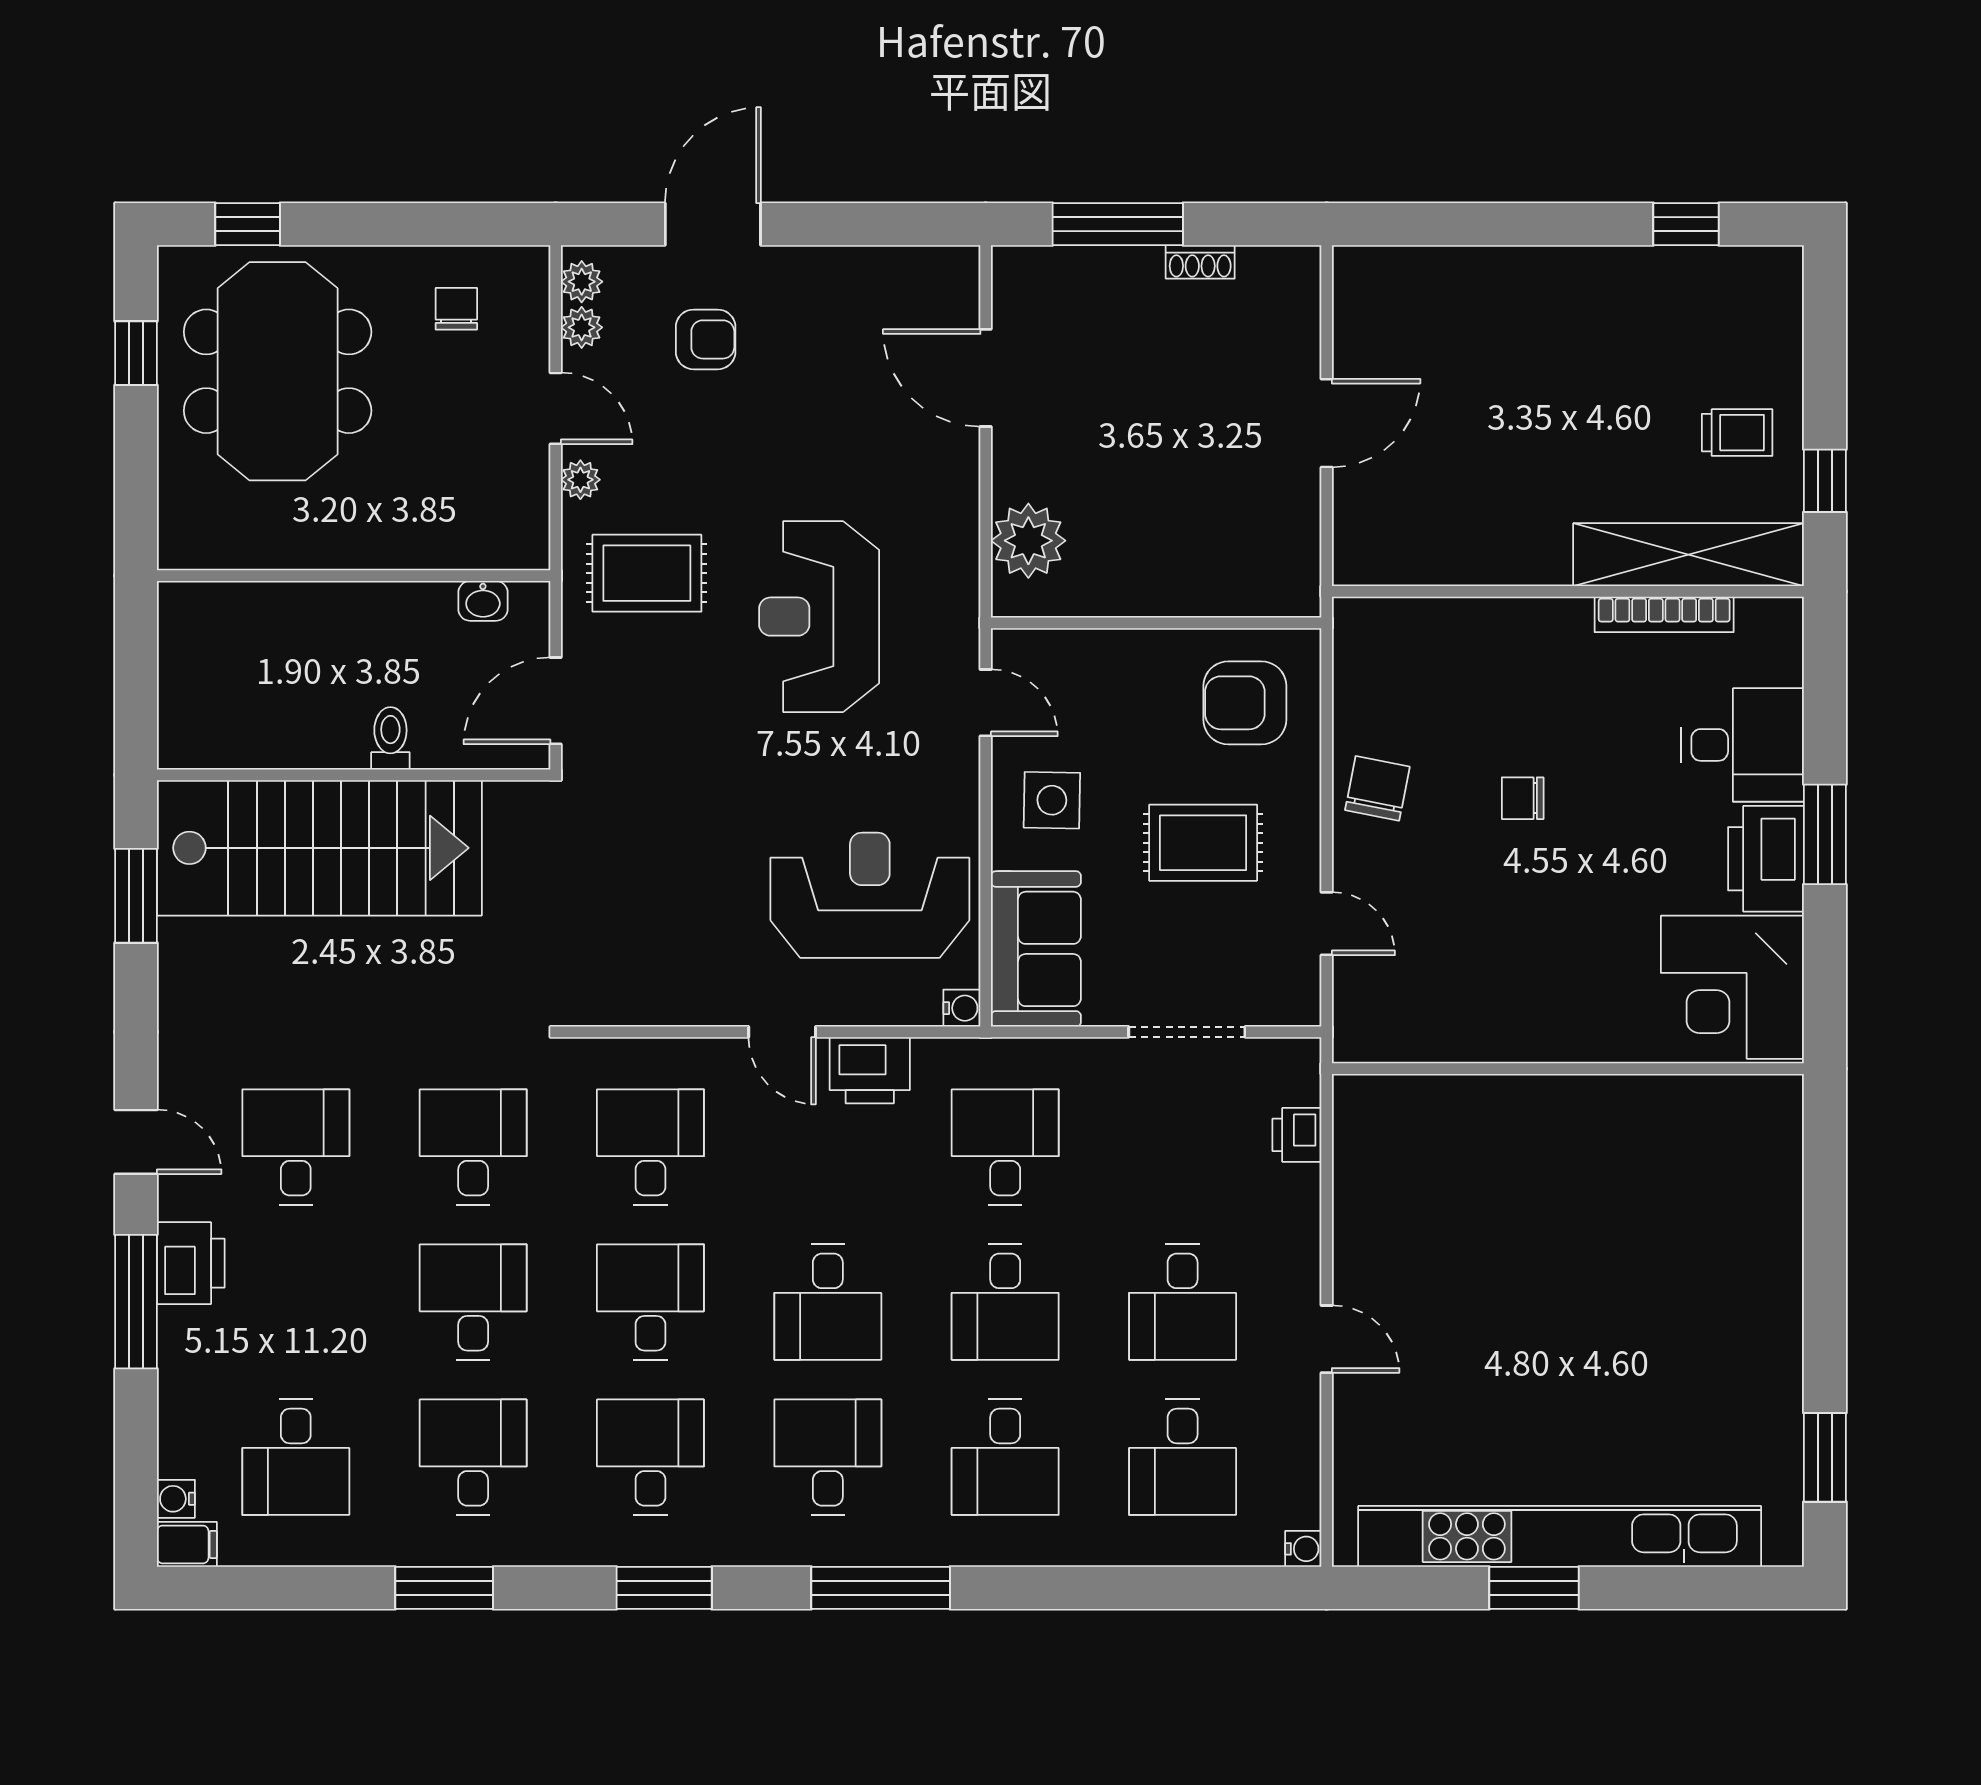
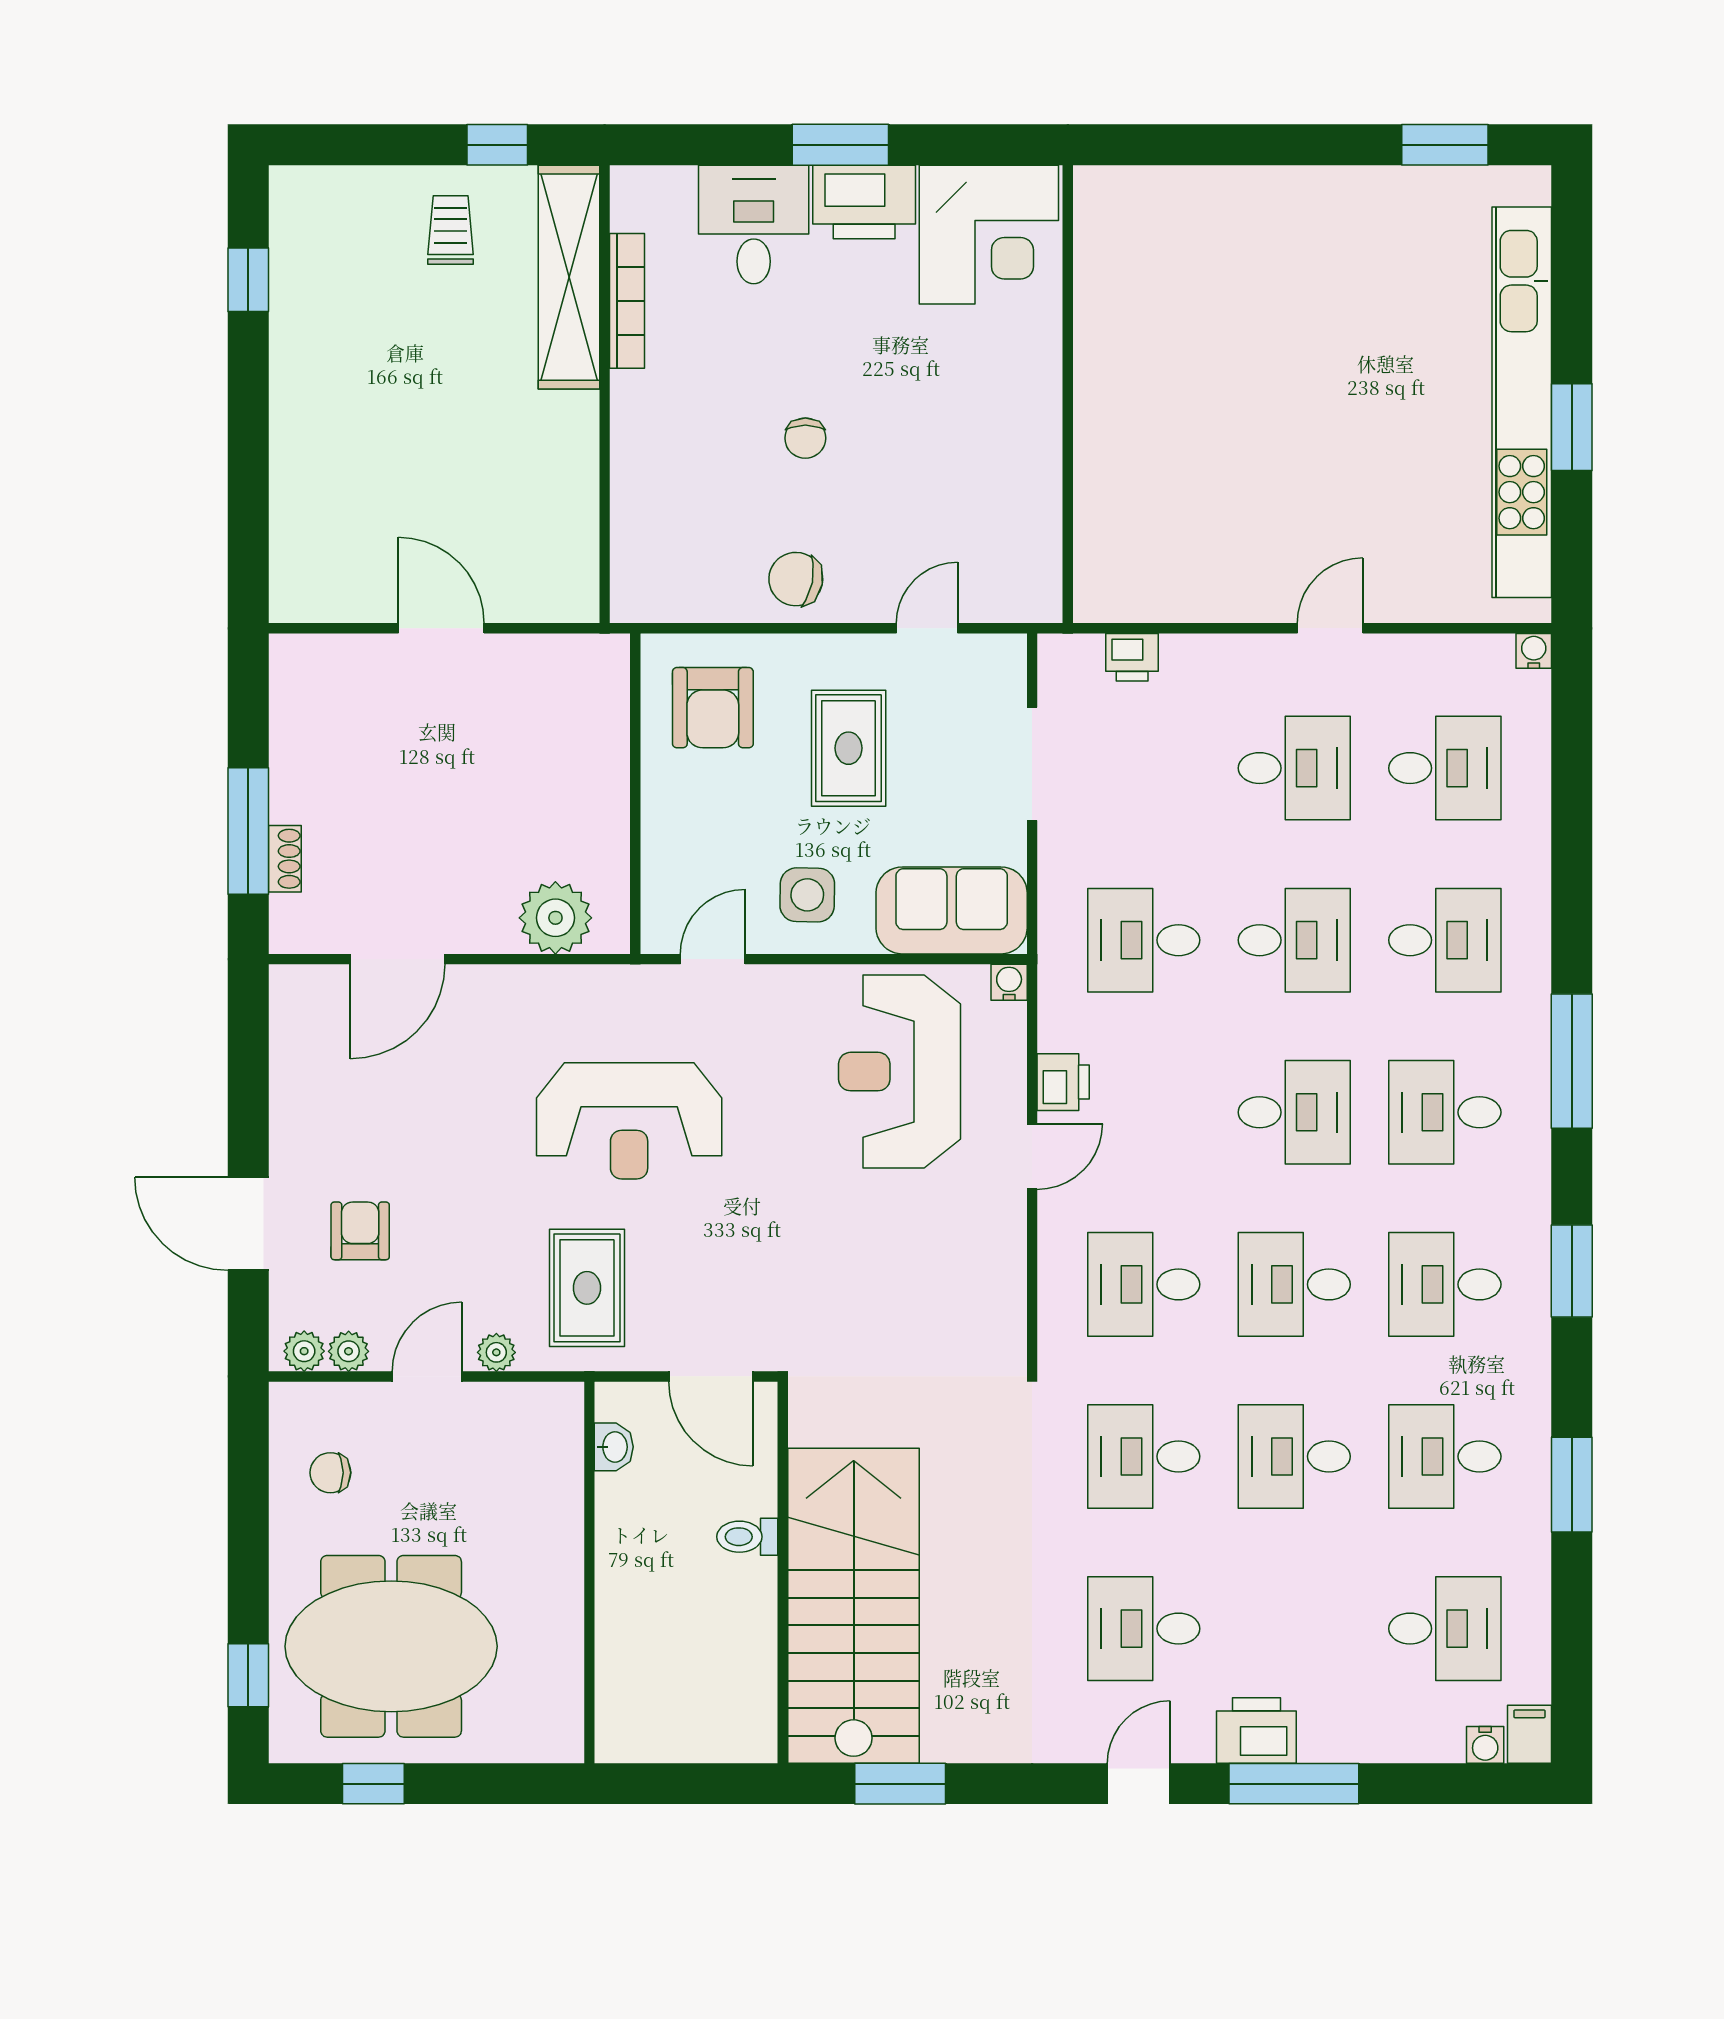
shoe rack: (1200, 262) -> (285, 859), moved
printer: (870, 1070) -> (1063, 1082), width x0.73, depth x0.81

